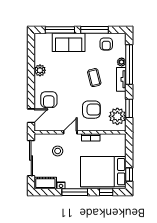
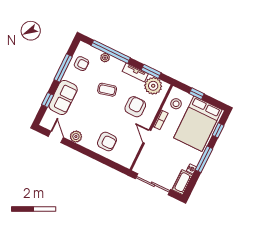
window: (60, 30) -> (48, 100), width x0.46
tv unit: (121, 79) -> (135, 73), moved
door: (31, 116) -> (56, 137), moved
stool: (58, 151) -> (176, 104), moved
window: (129, 175) -> (197, 94), moved

